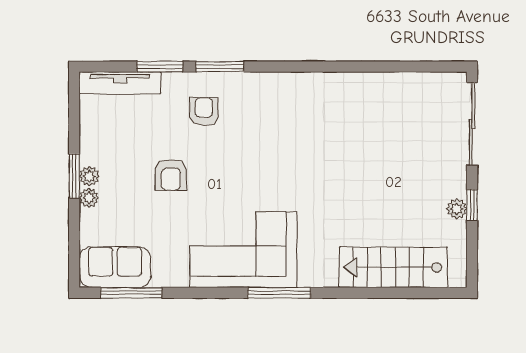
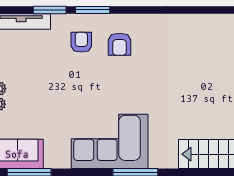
armchair: (171, 175) -> (120, 44), moved

